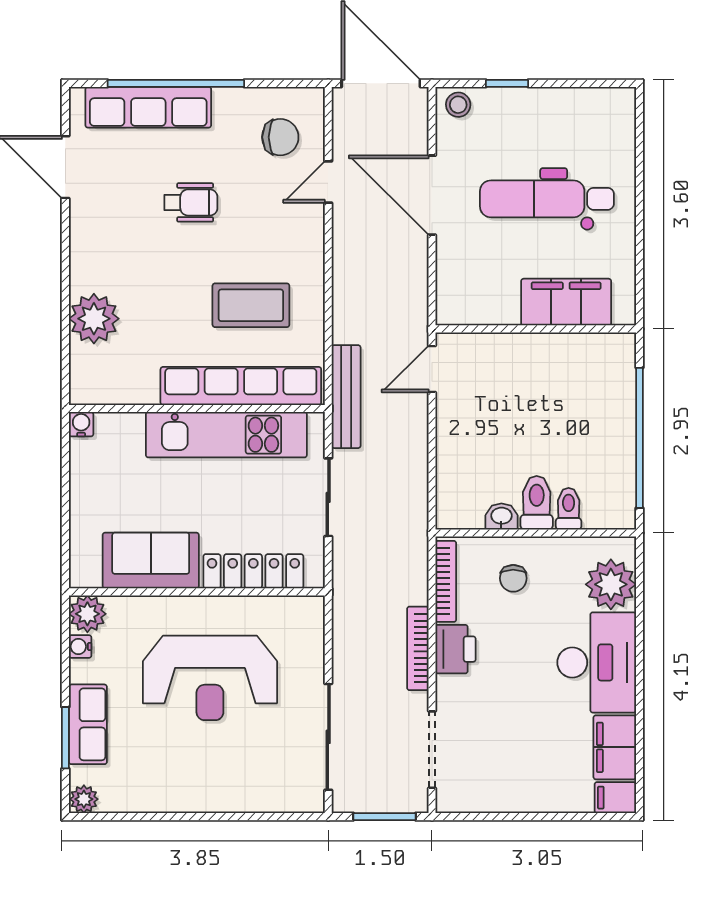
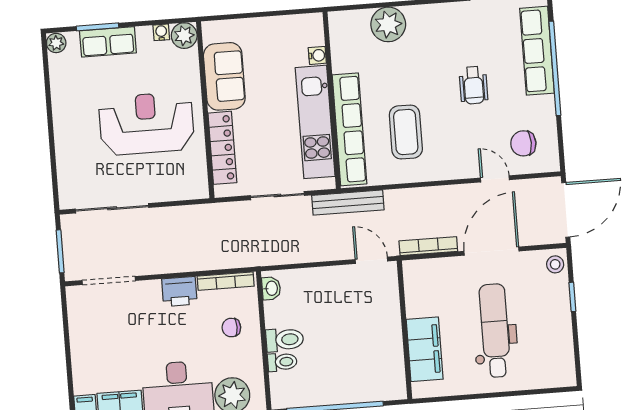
chair: (280, 137) -> (523, 143), turned 90
water cooler: (81, 424) -> (317, 55), moved
washbasin: (501, 517) -> (271, 288), moved
bookcase: (418, 648) -> (428, 246), moved
reception desk: (210, 678) -> (146, 124), turned 90

